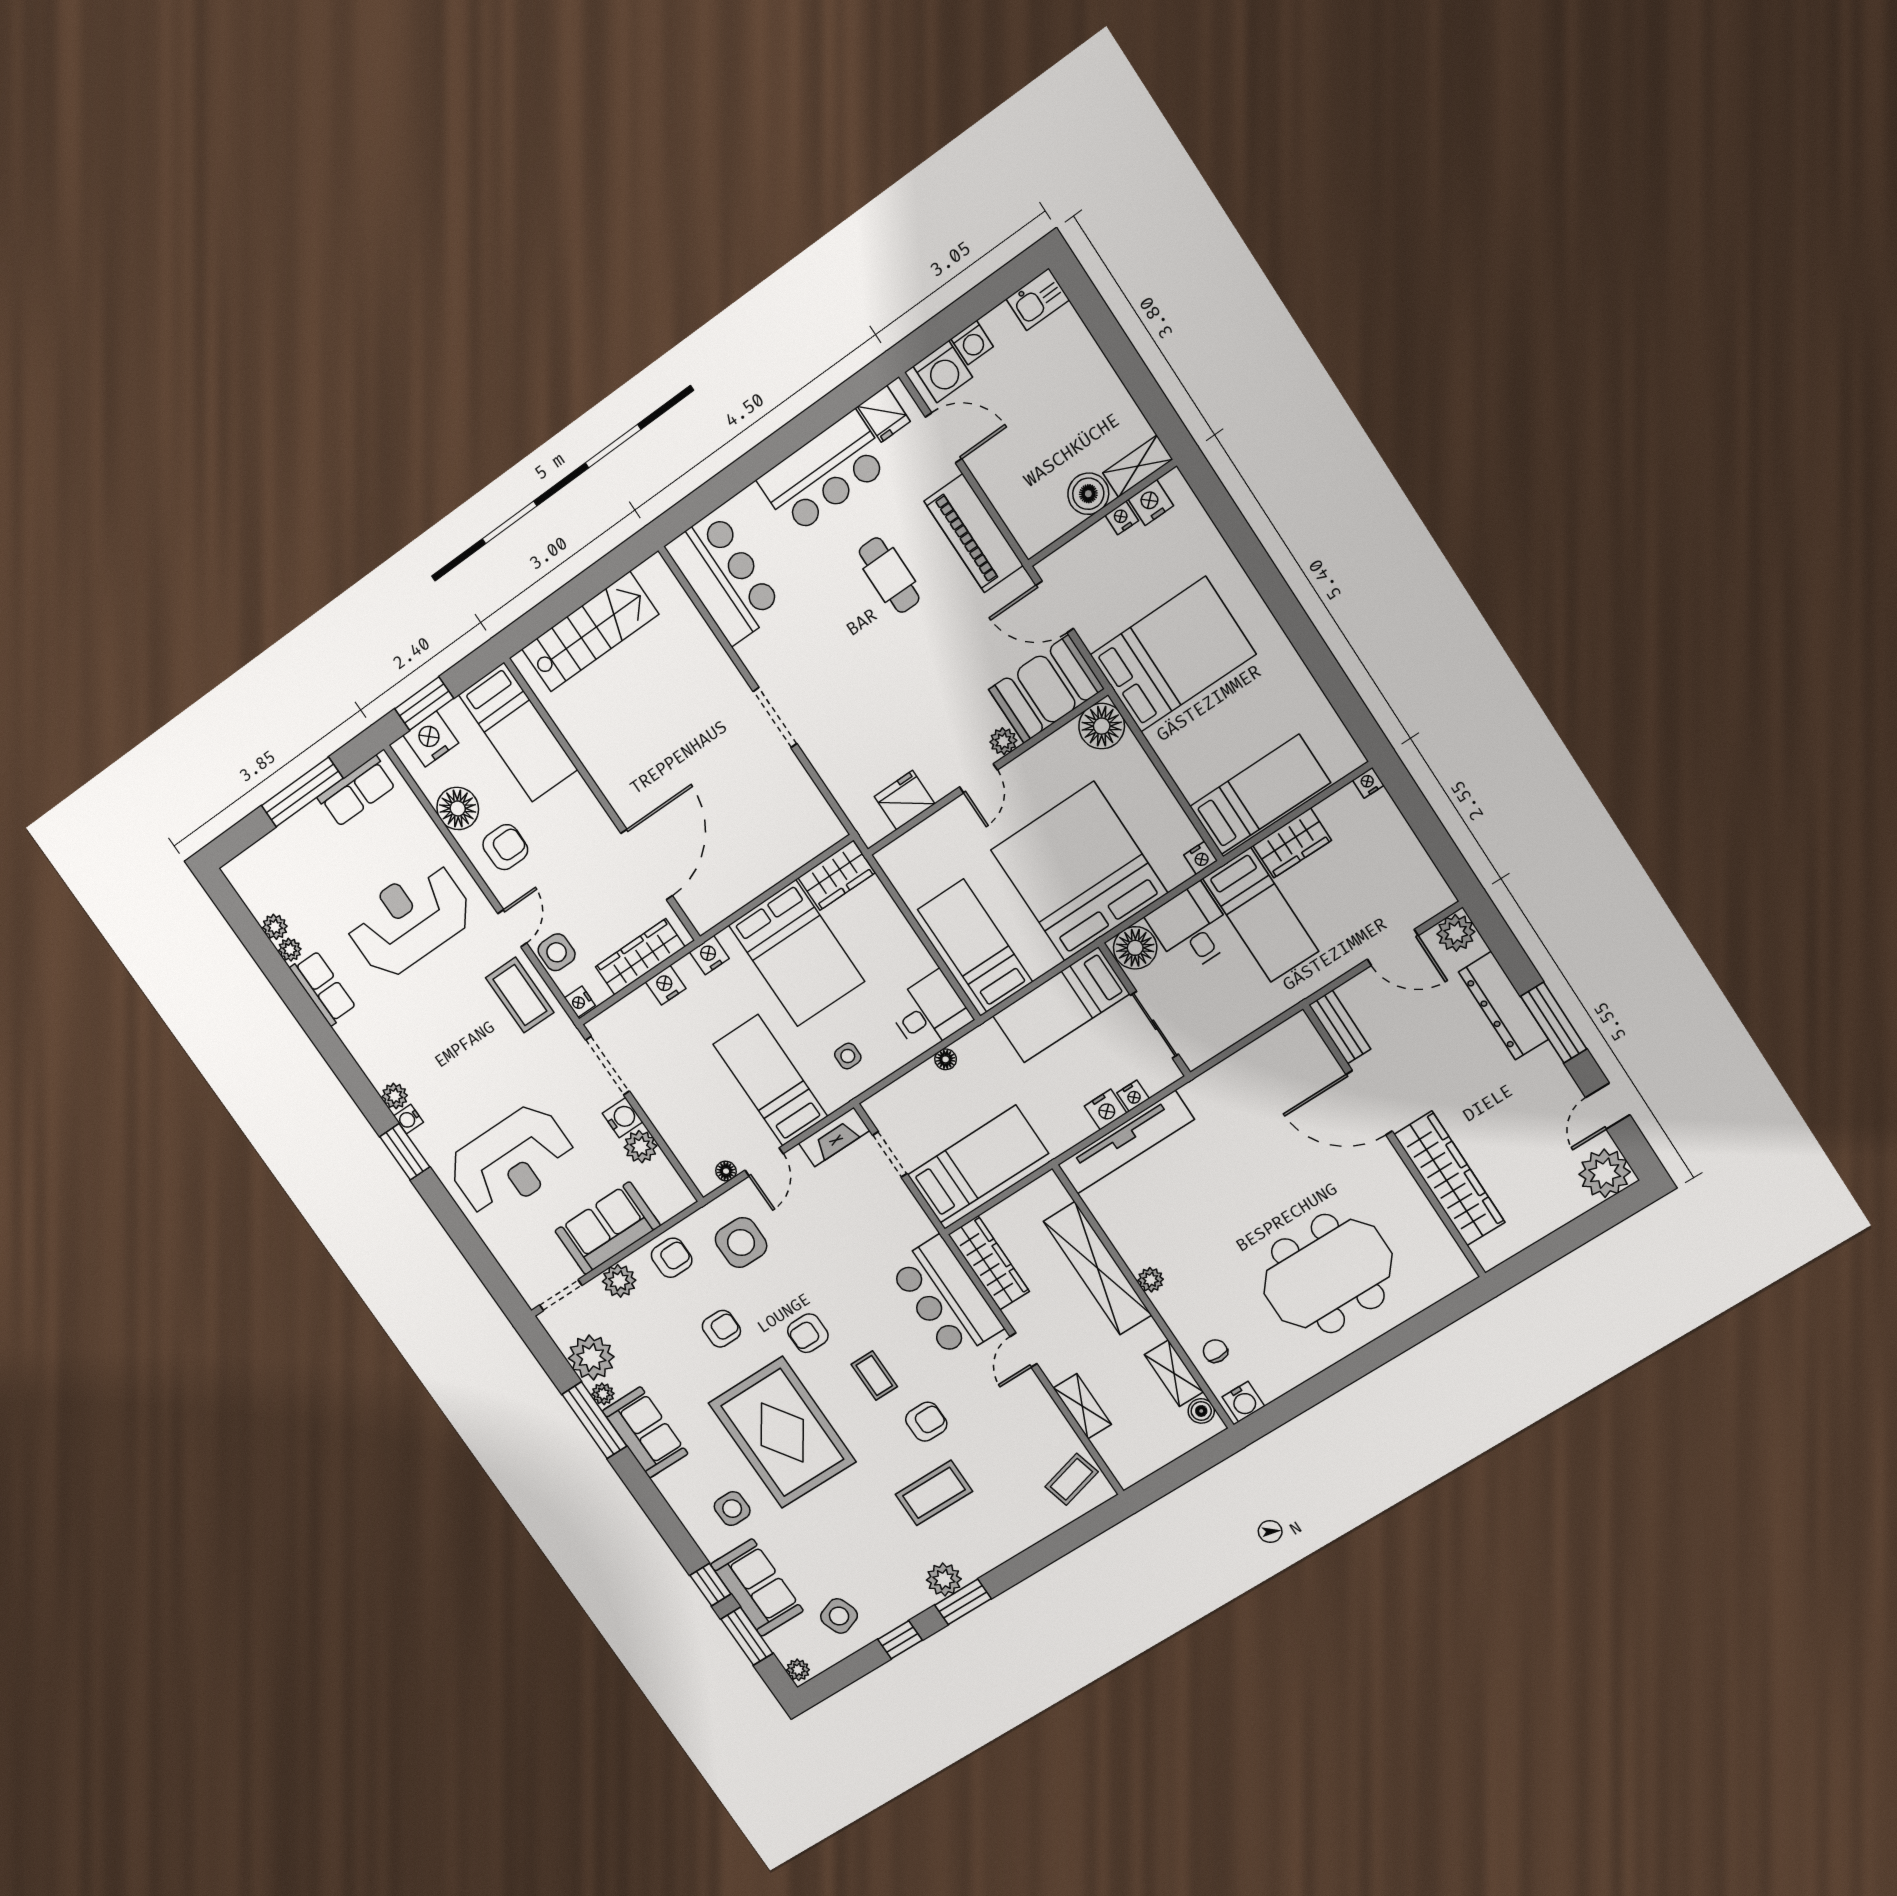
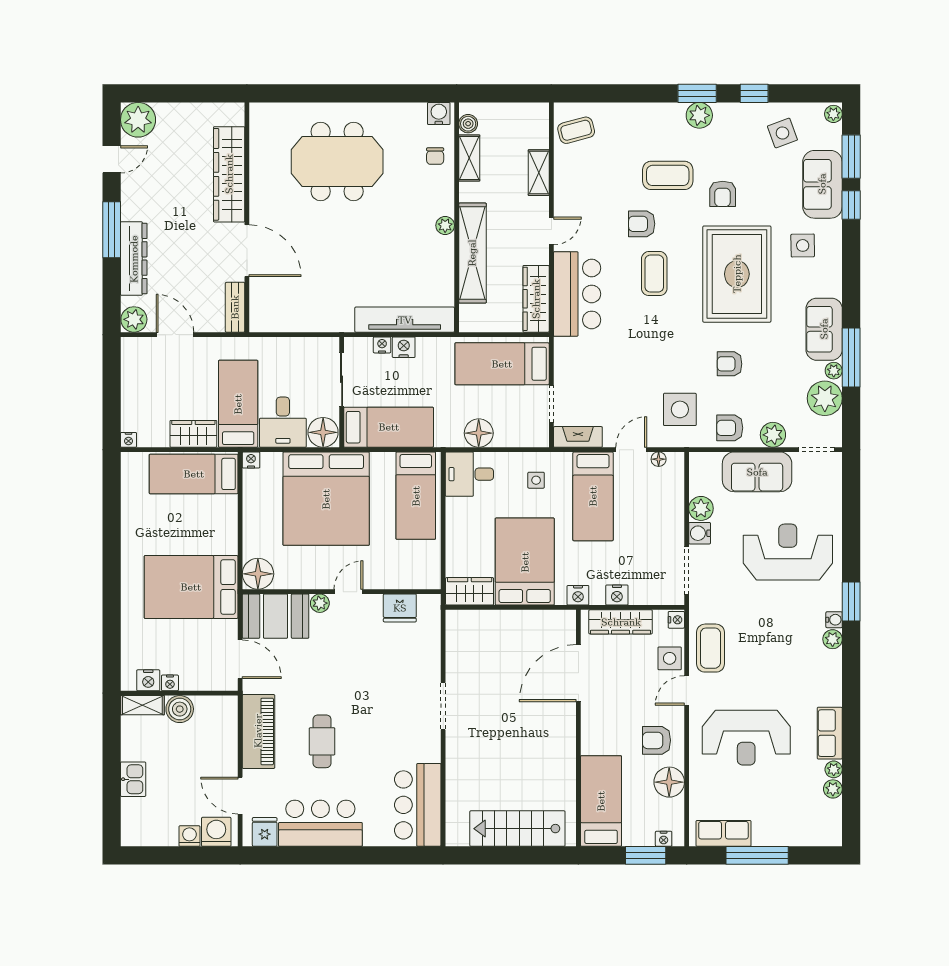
kitchen sink: (1038, 299) -> (133, 779), moved, turned 90
nightstand: (431, 739) -> (664, 839), width x0.53, depth x0.56
floor lamp: (946, 1059) -> (479, 433), width x1.89, depth x1.89
armchair: (808, 1333) -> (723, 194), moved, turned 90
coffee table: (874, 1376) -> (654, 274), width x1.36, depth x1.30

